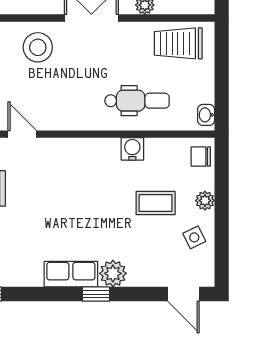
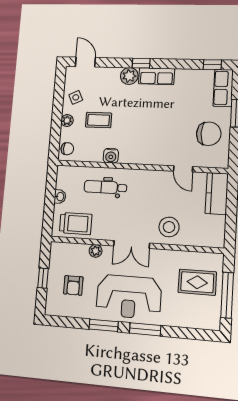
washbasin: (206, 115) -> (60, 197), moved

